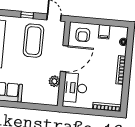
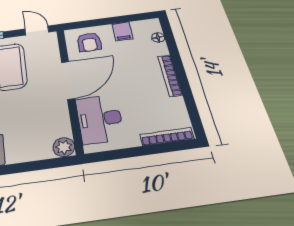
plant: (54, 81) -> (64, 147), moved

